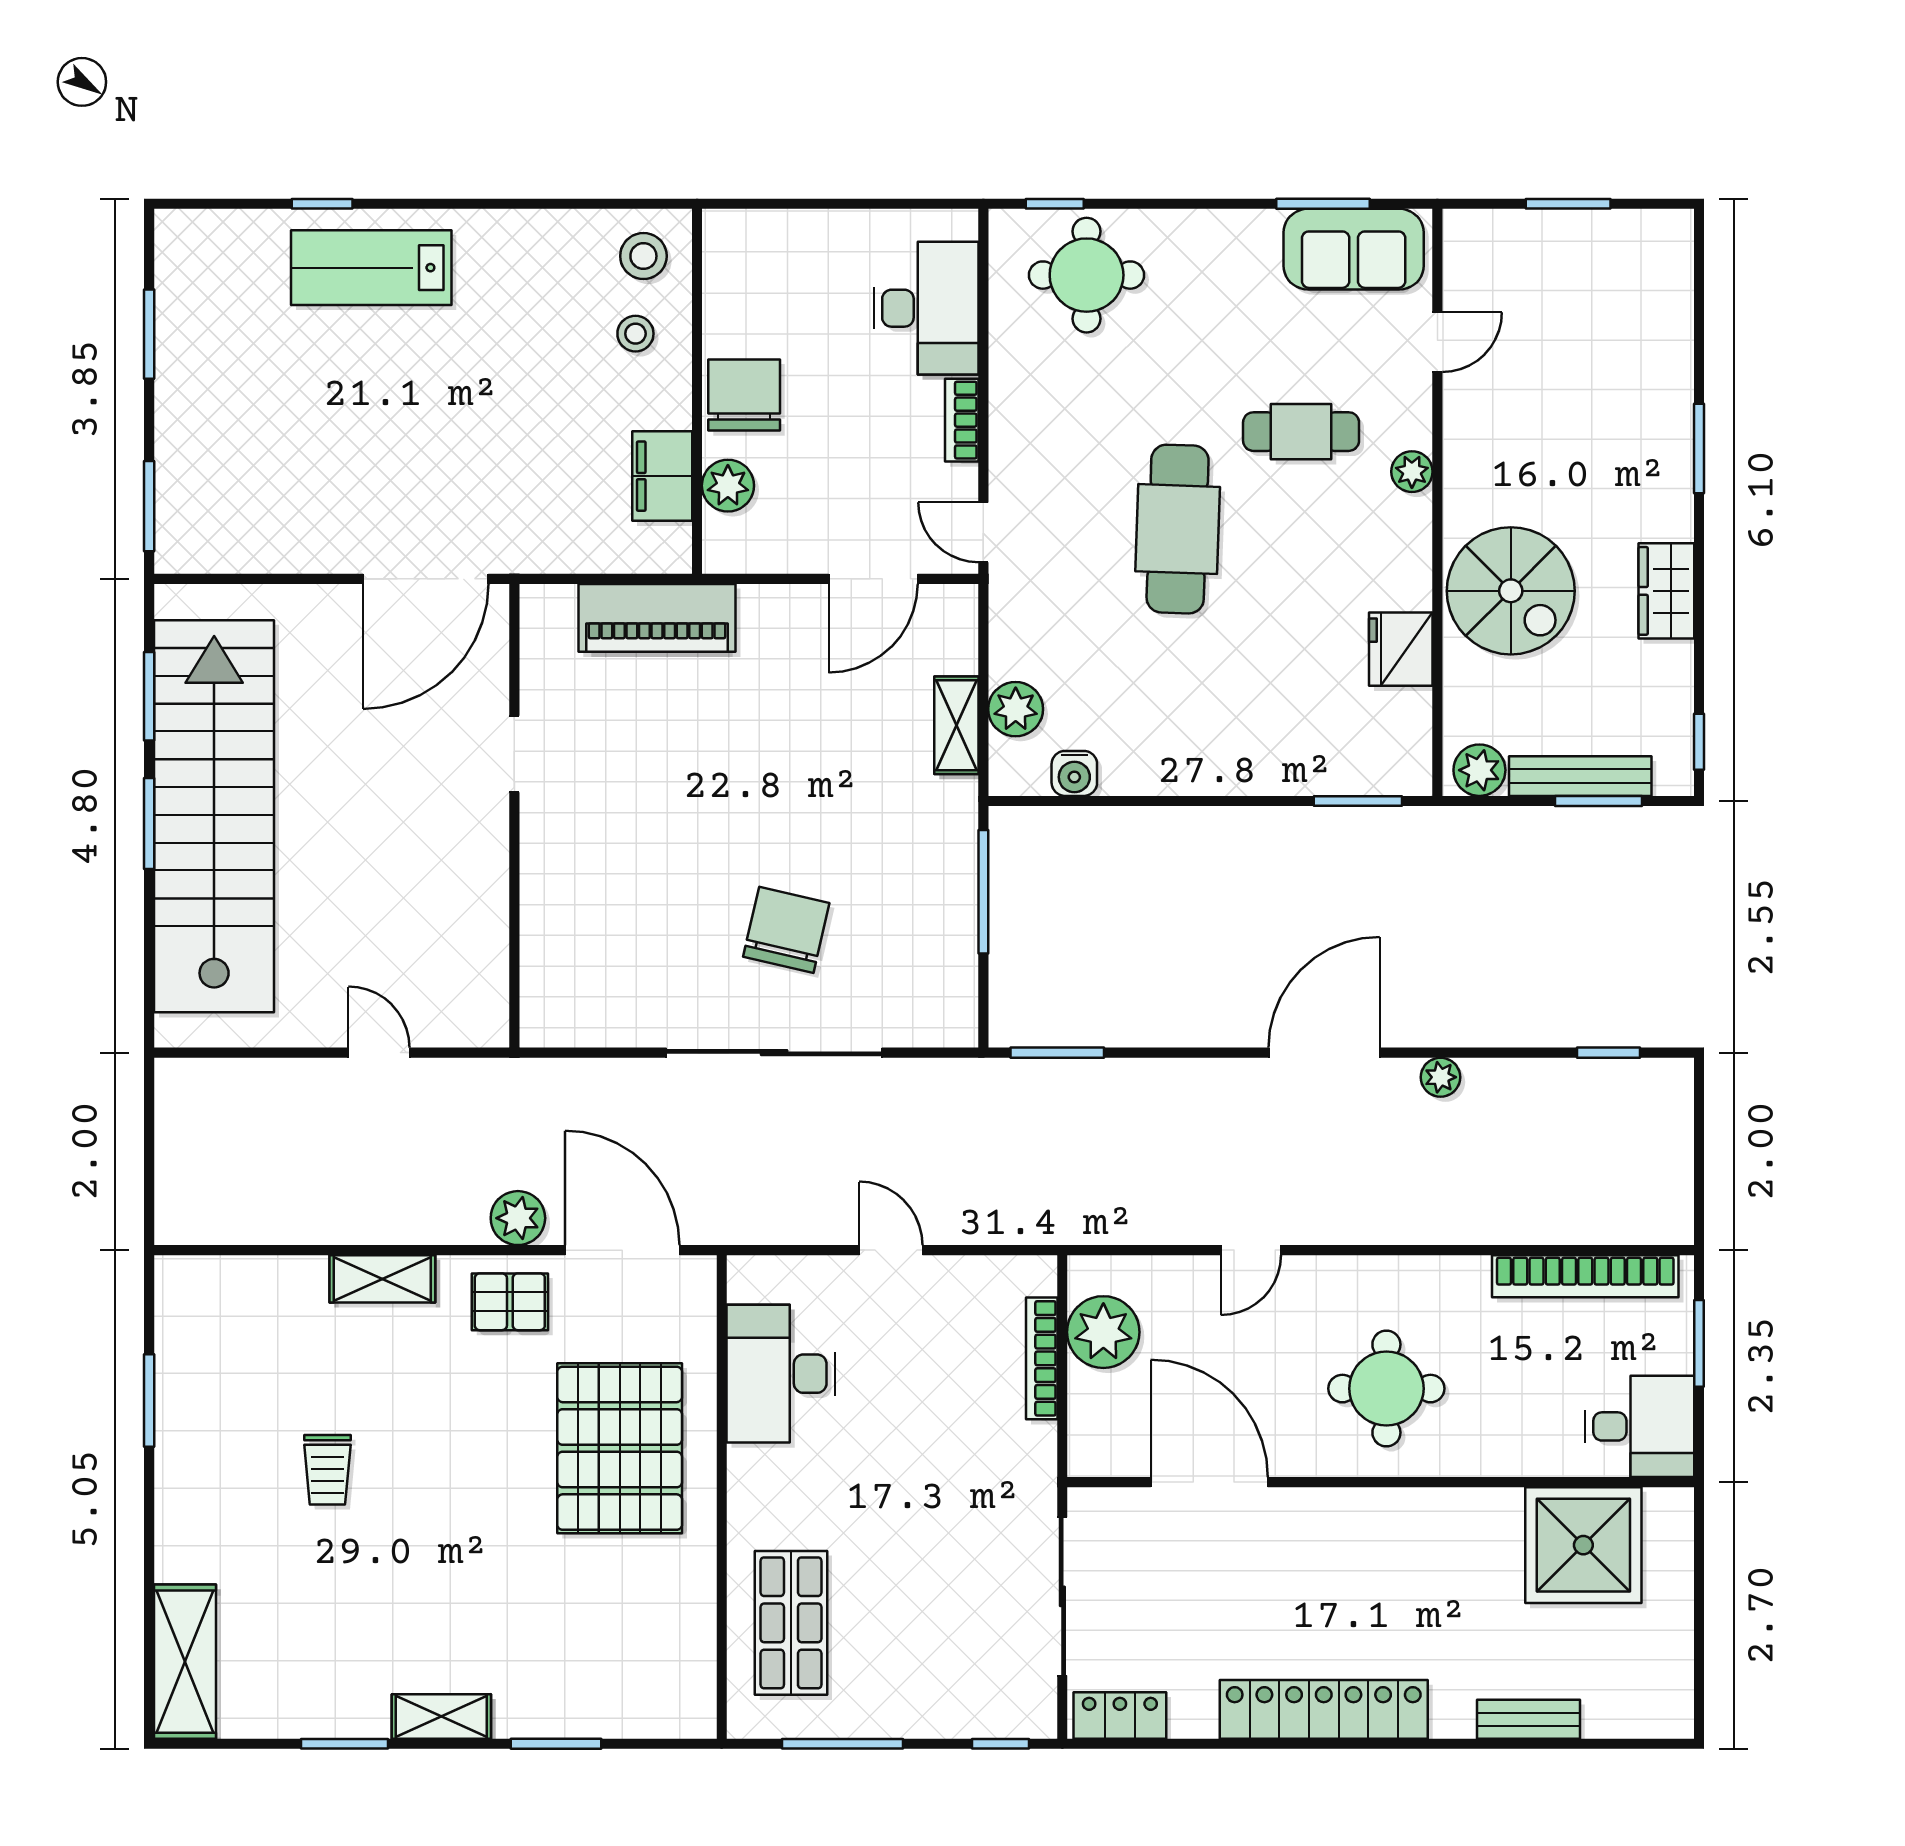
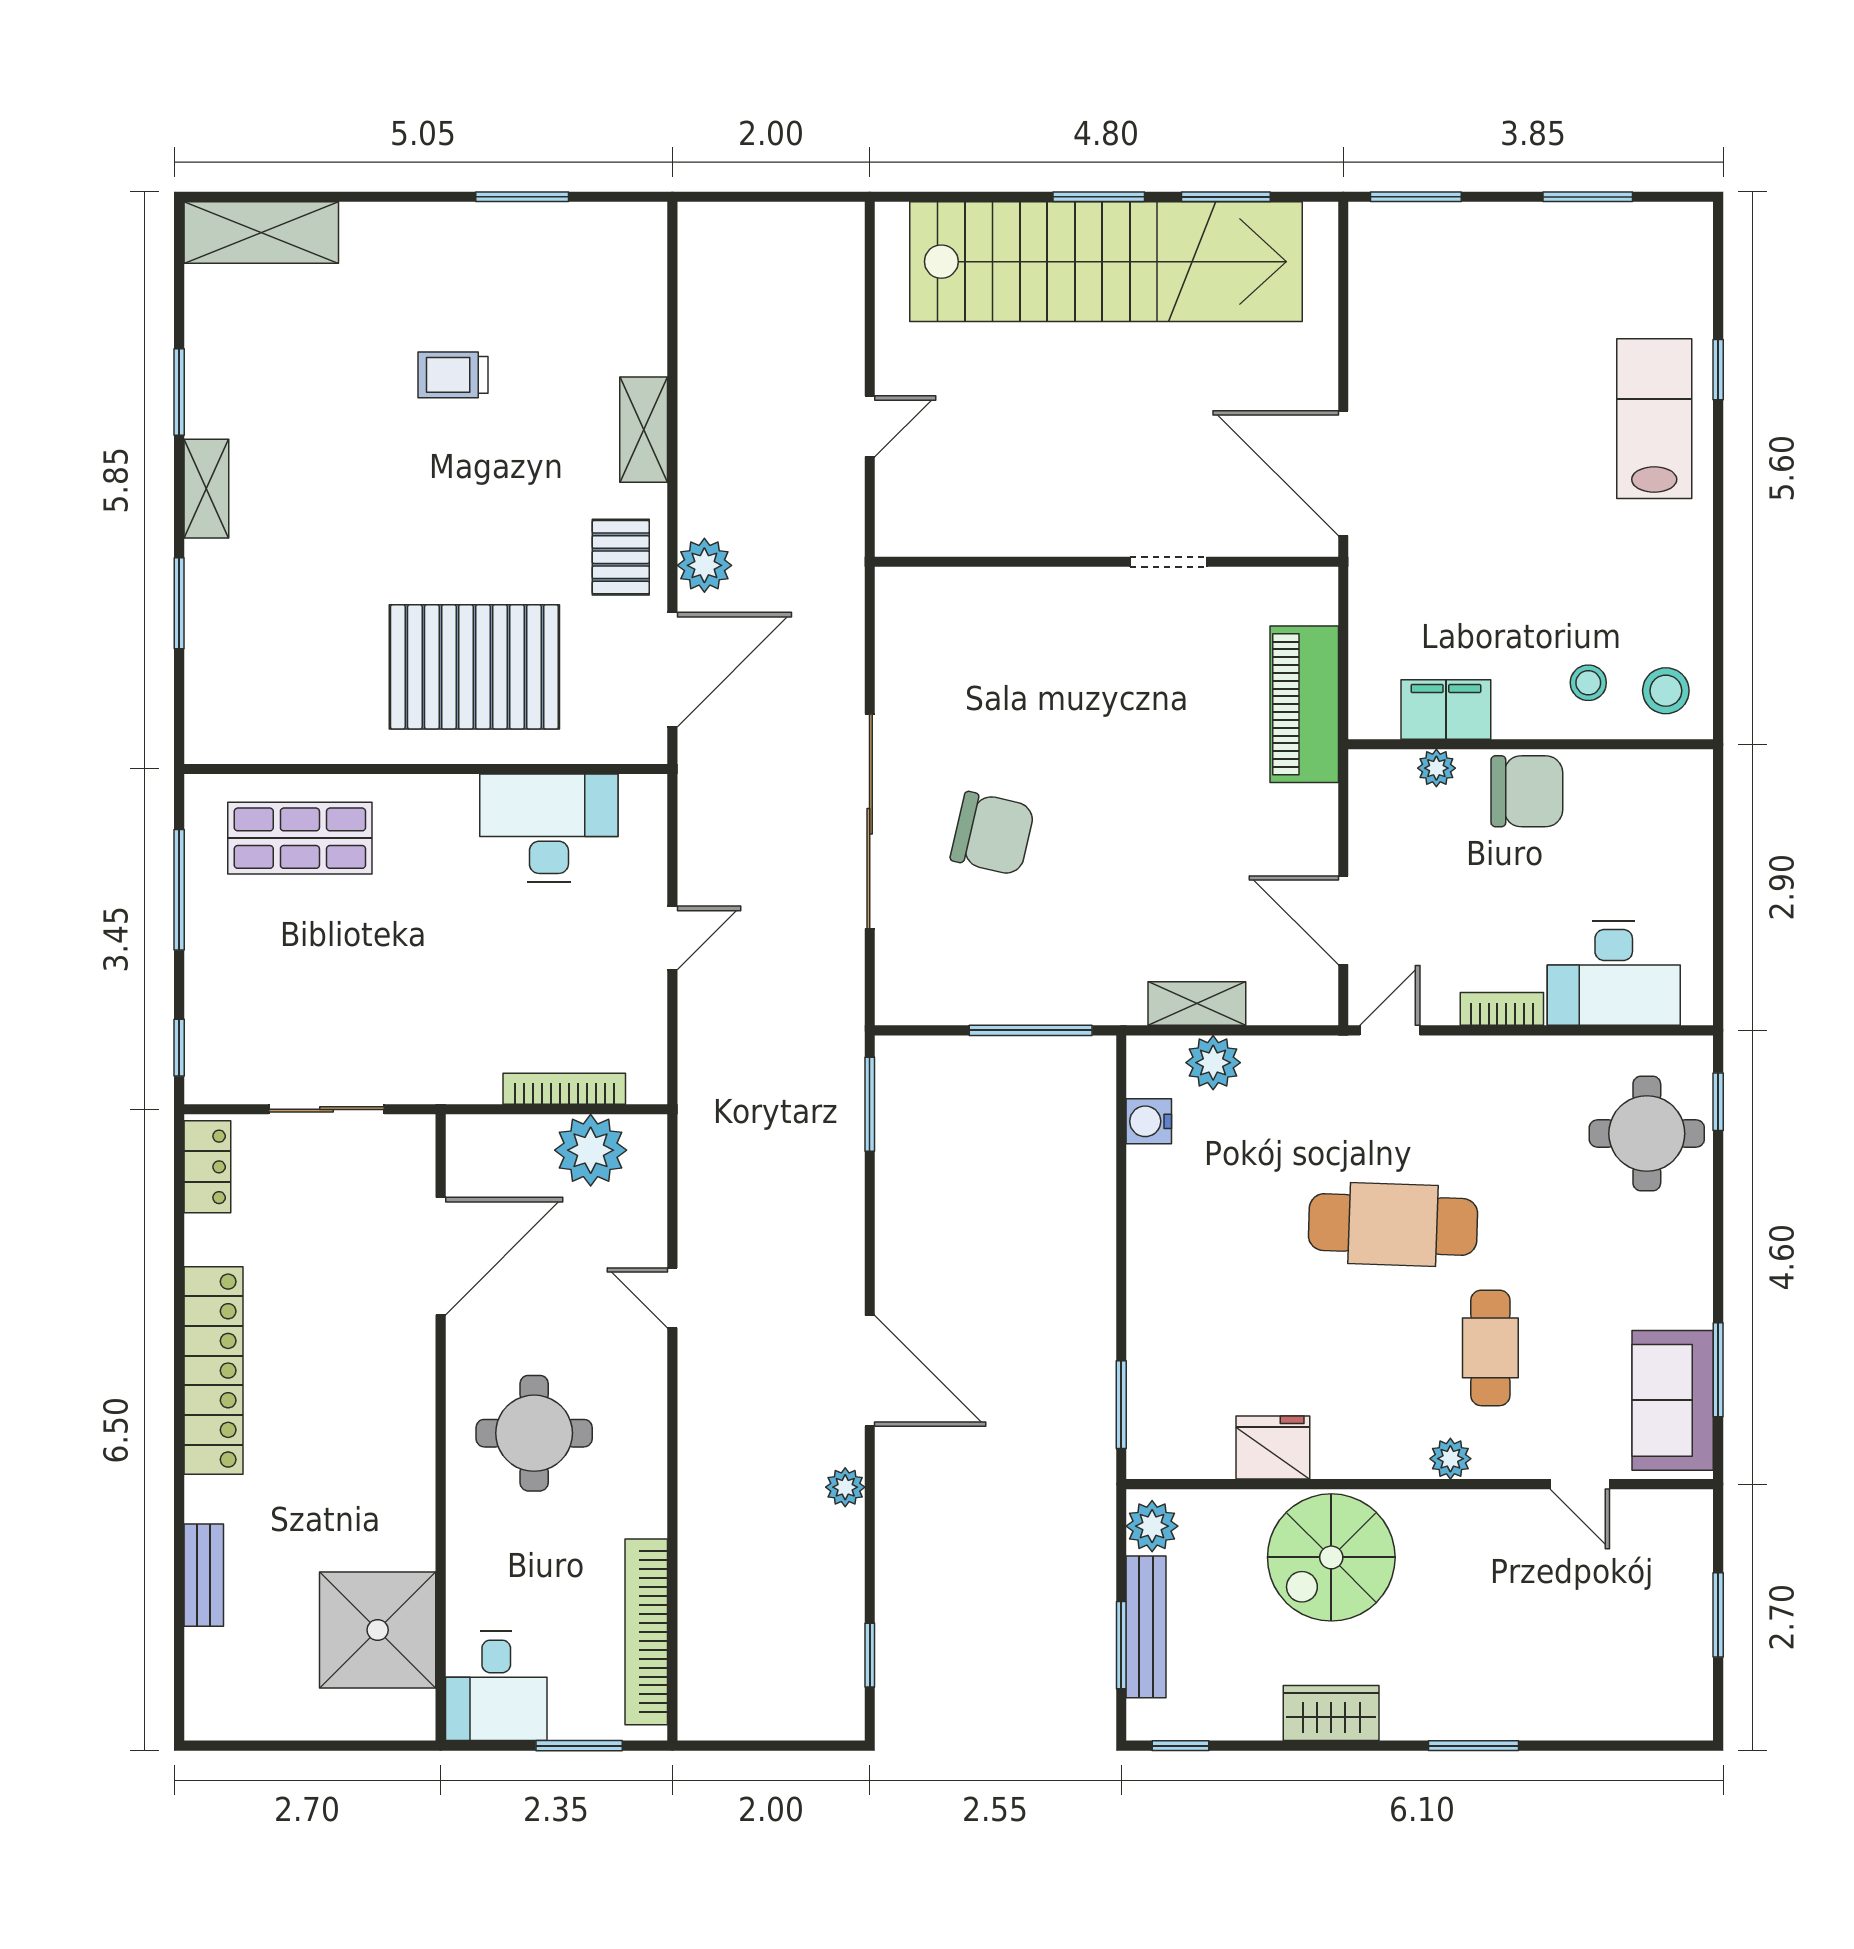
plant: (728, 486) -> (1436, 768), width x0.73, depth x0.73
sliding door: (1062, 1596) -> (326, 1109), width x0.73

